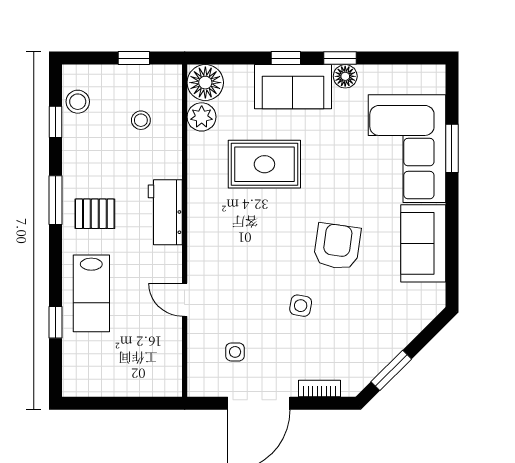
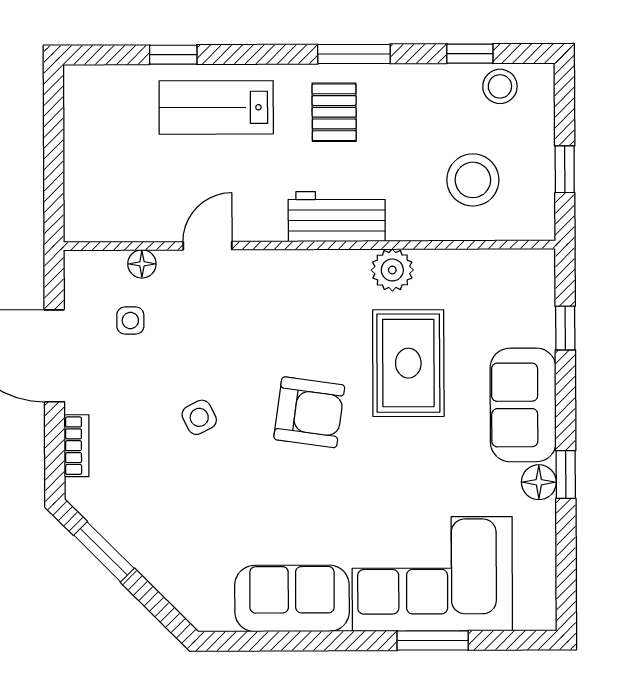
window: (286, 58) -> (565, 328), moved
floor lamp: (205, 83) -> (142, 264), moved, width x0.53, depth x0.53
plant: (202, 117) -> (392, 270), moved
stool: (141, 120) -> (473, 180), width x1.89, depth x1.89
armchair: (337, 246) -> (309, 412), moved
side table: (301, 306) -> (199, 417), turned -37

